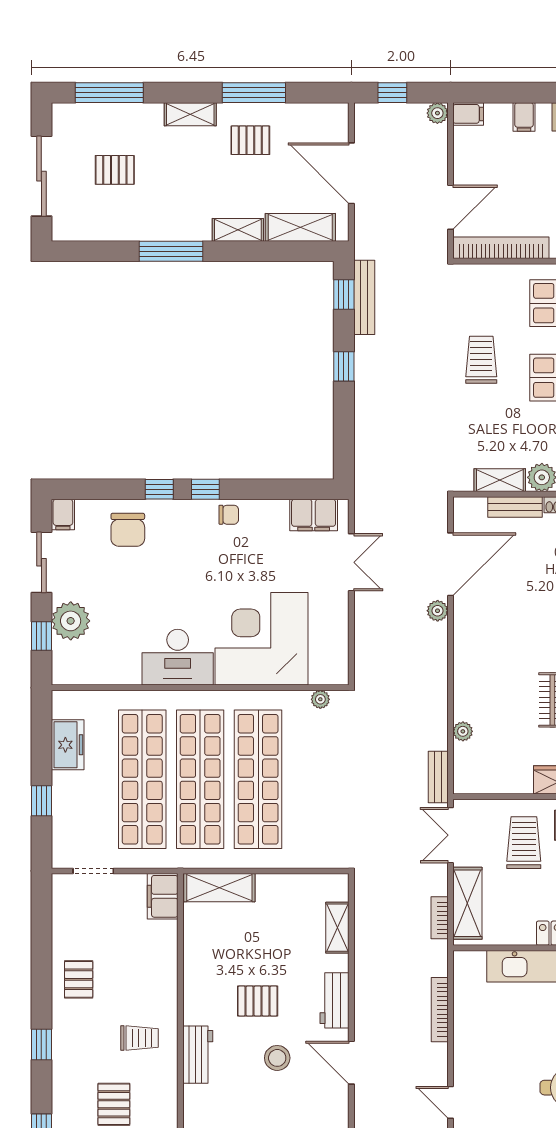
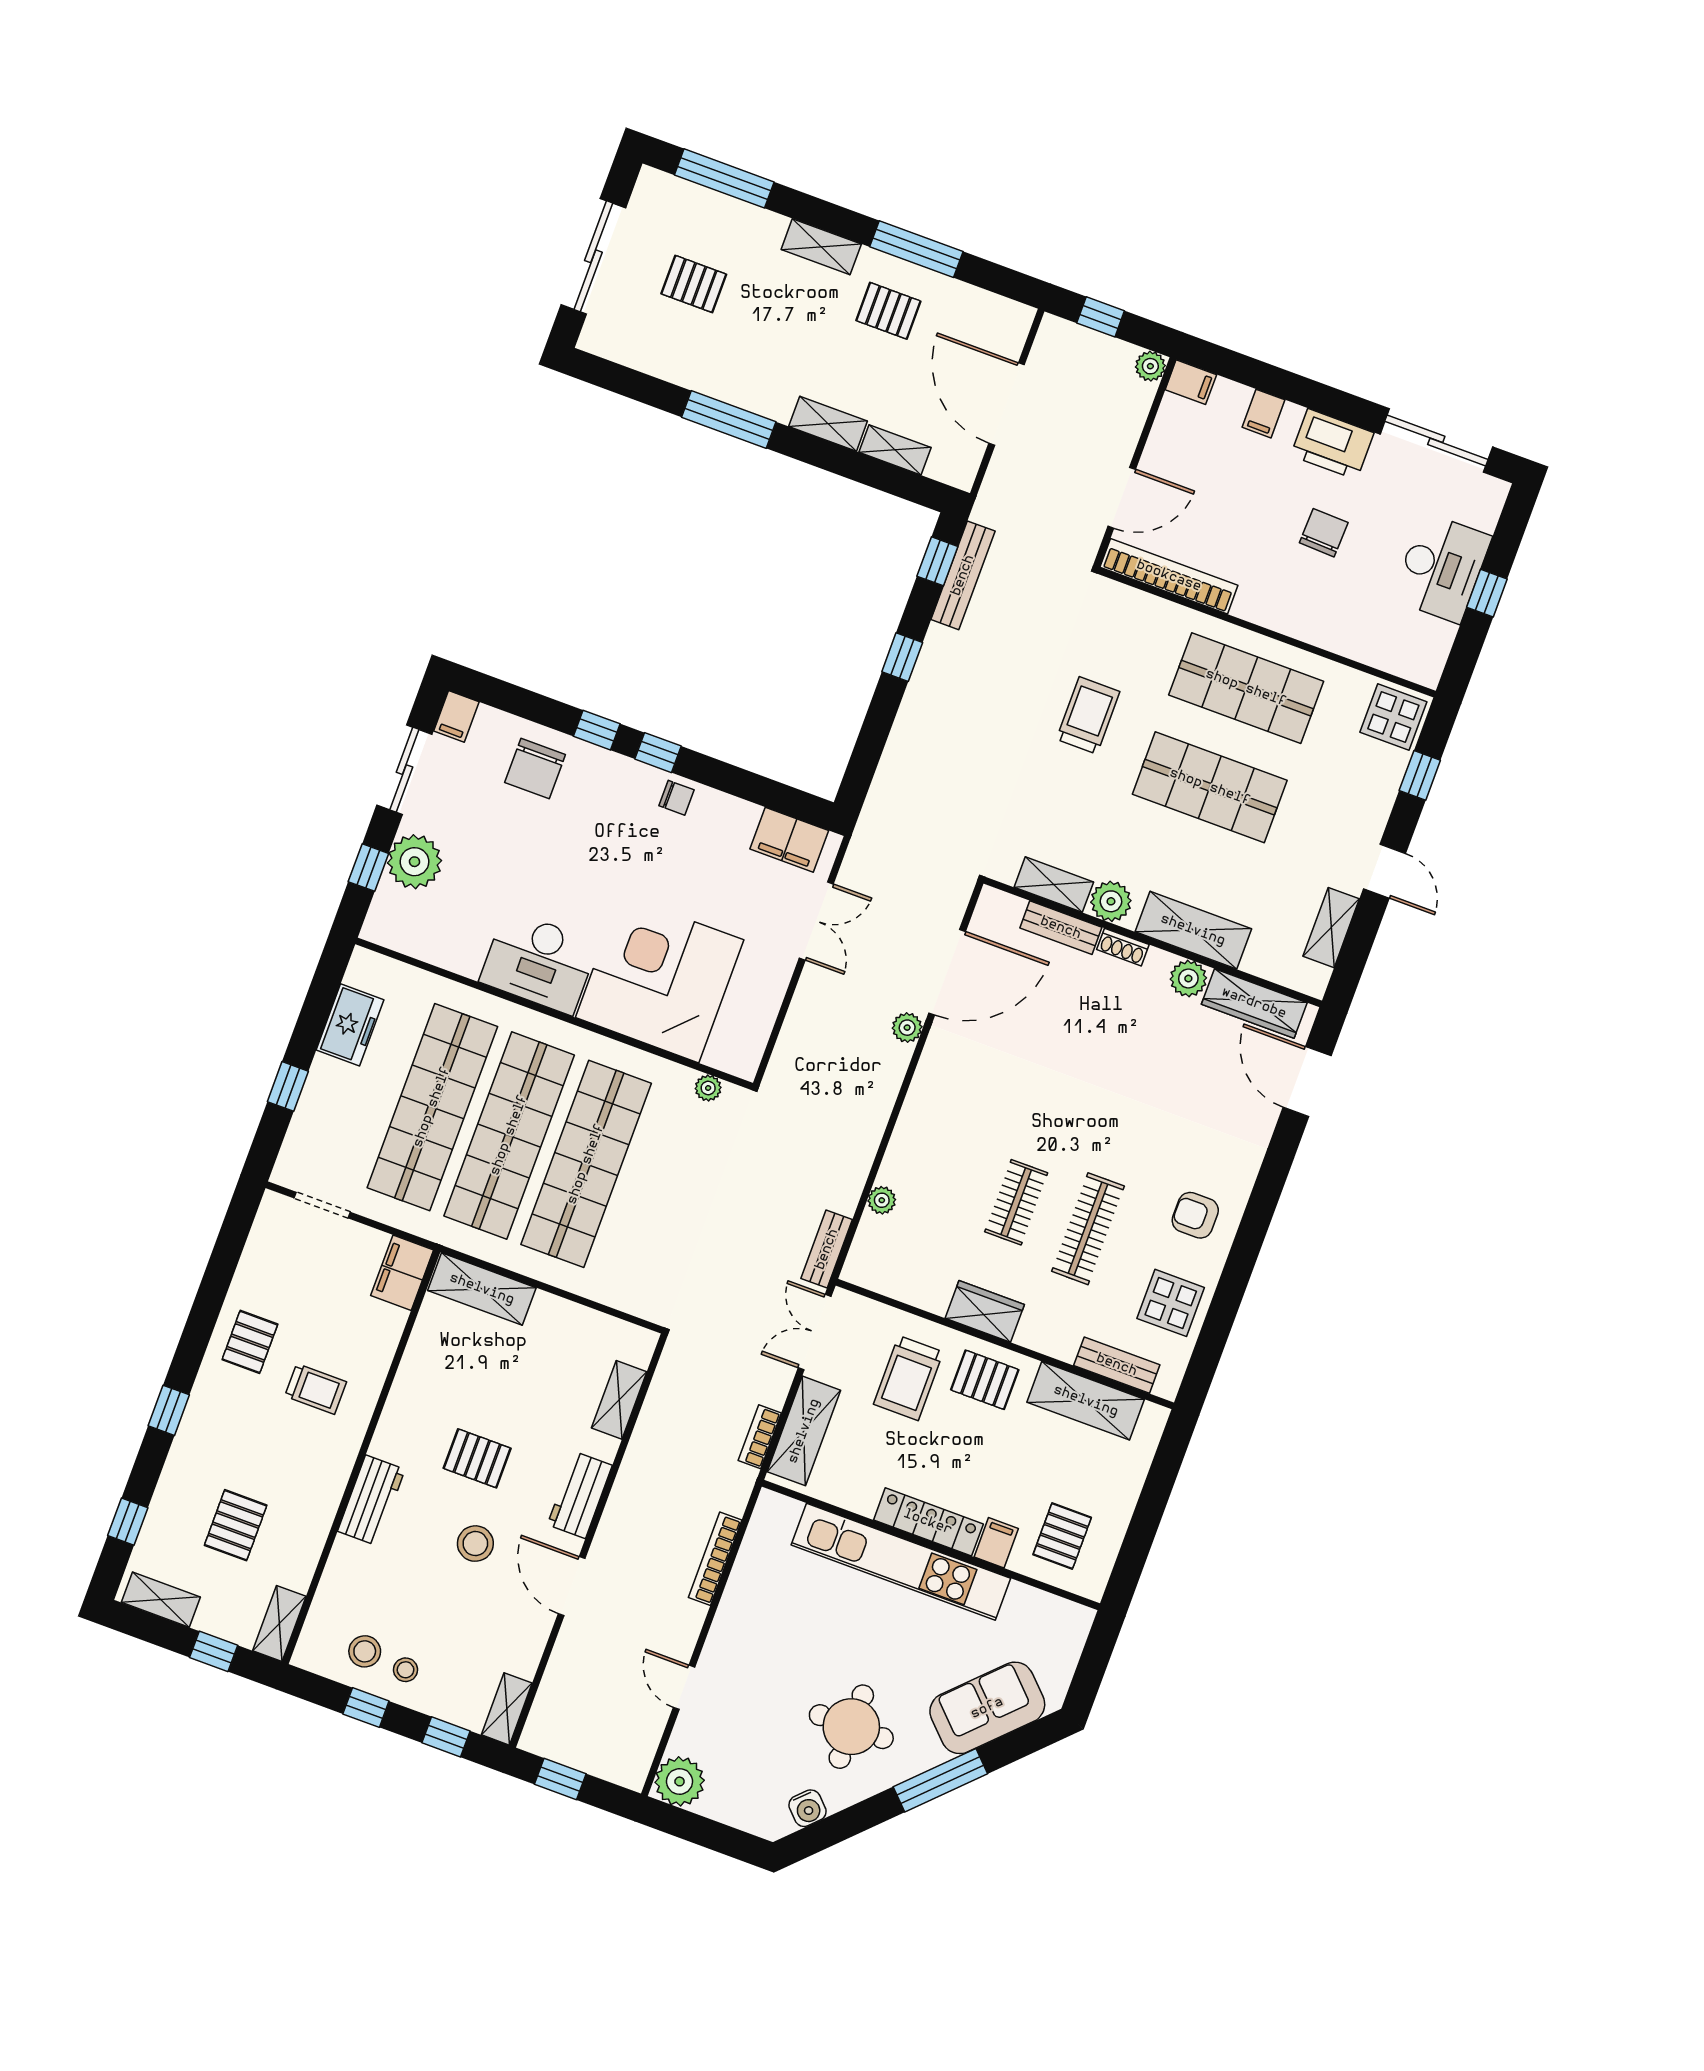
shelving: (300, 227) -> (895, 450), width x0.67, depth x0.75
trolley: (524, 843) -> (908, 1378), turned 180
trolley: (139, 1038) -> (316, 1389), moved

